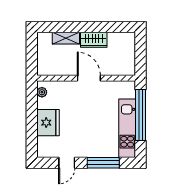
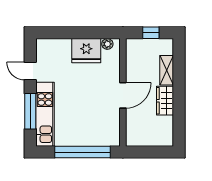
window: (32, 52) -> (151, 33), added
fridge: (48, 123) -> (86, 51), moved
kitchen unit: (127, 128) -> (45, 114), moved, turned 90

